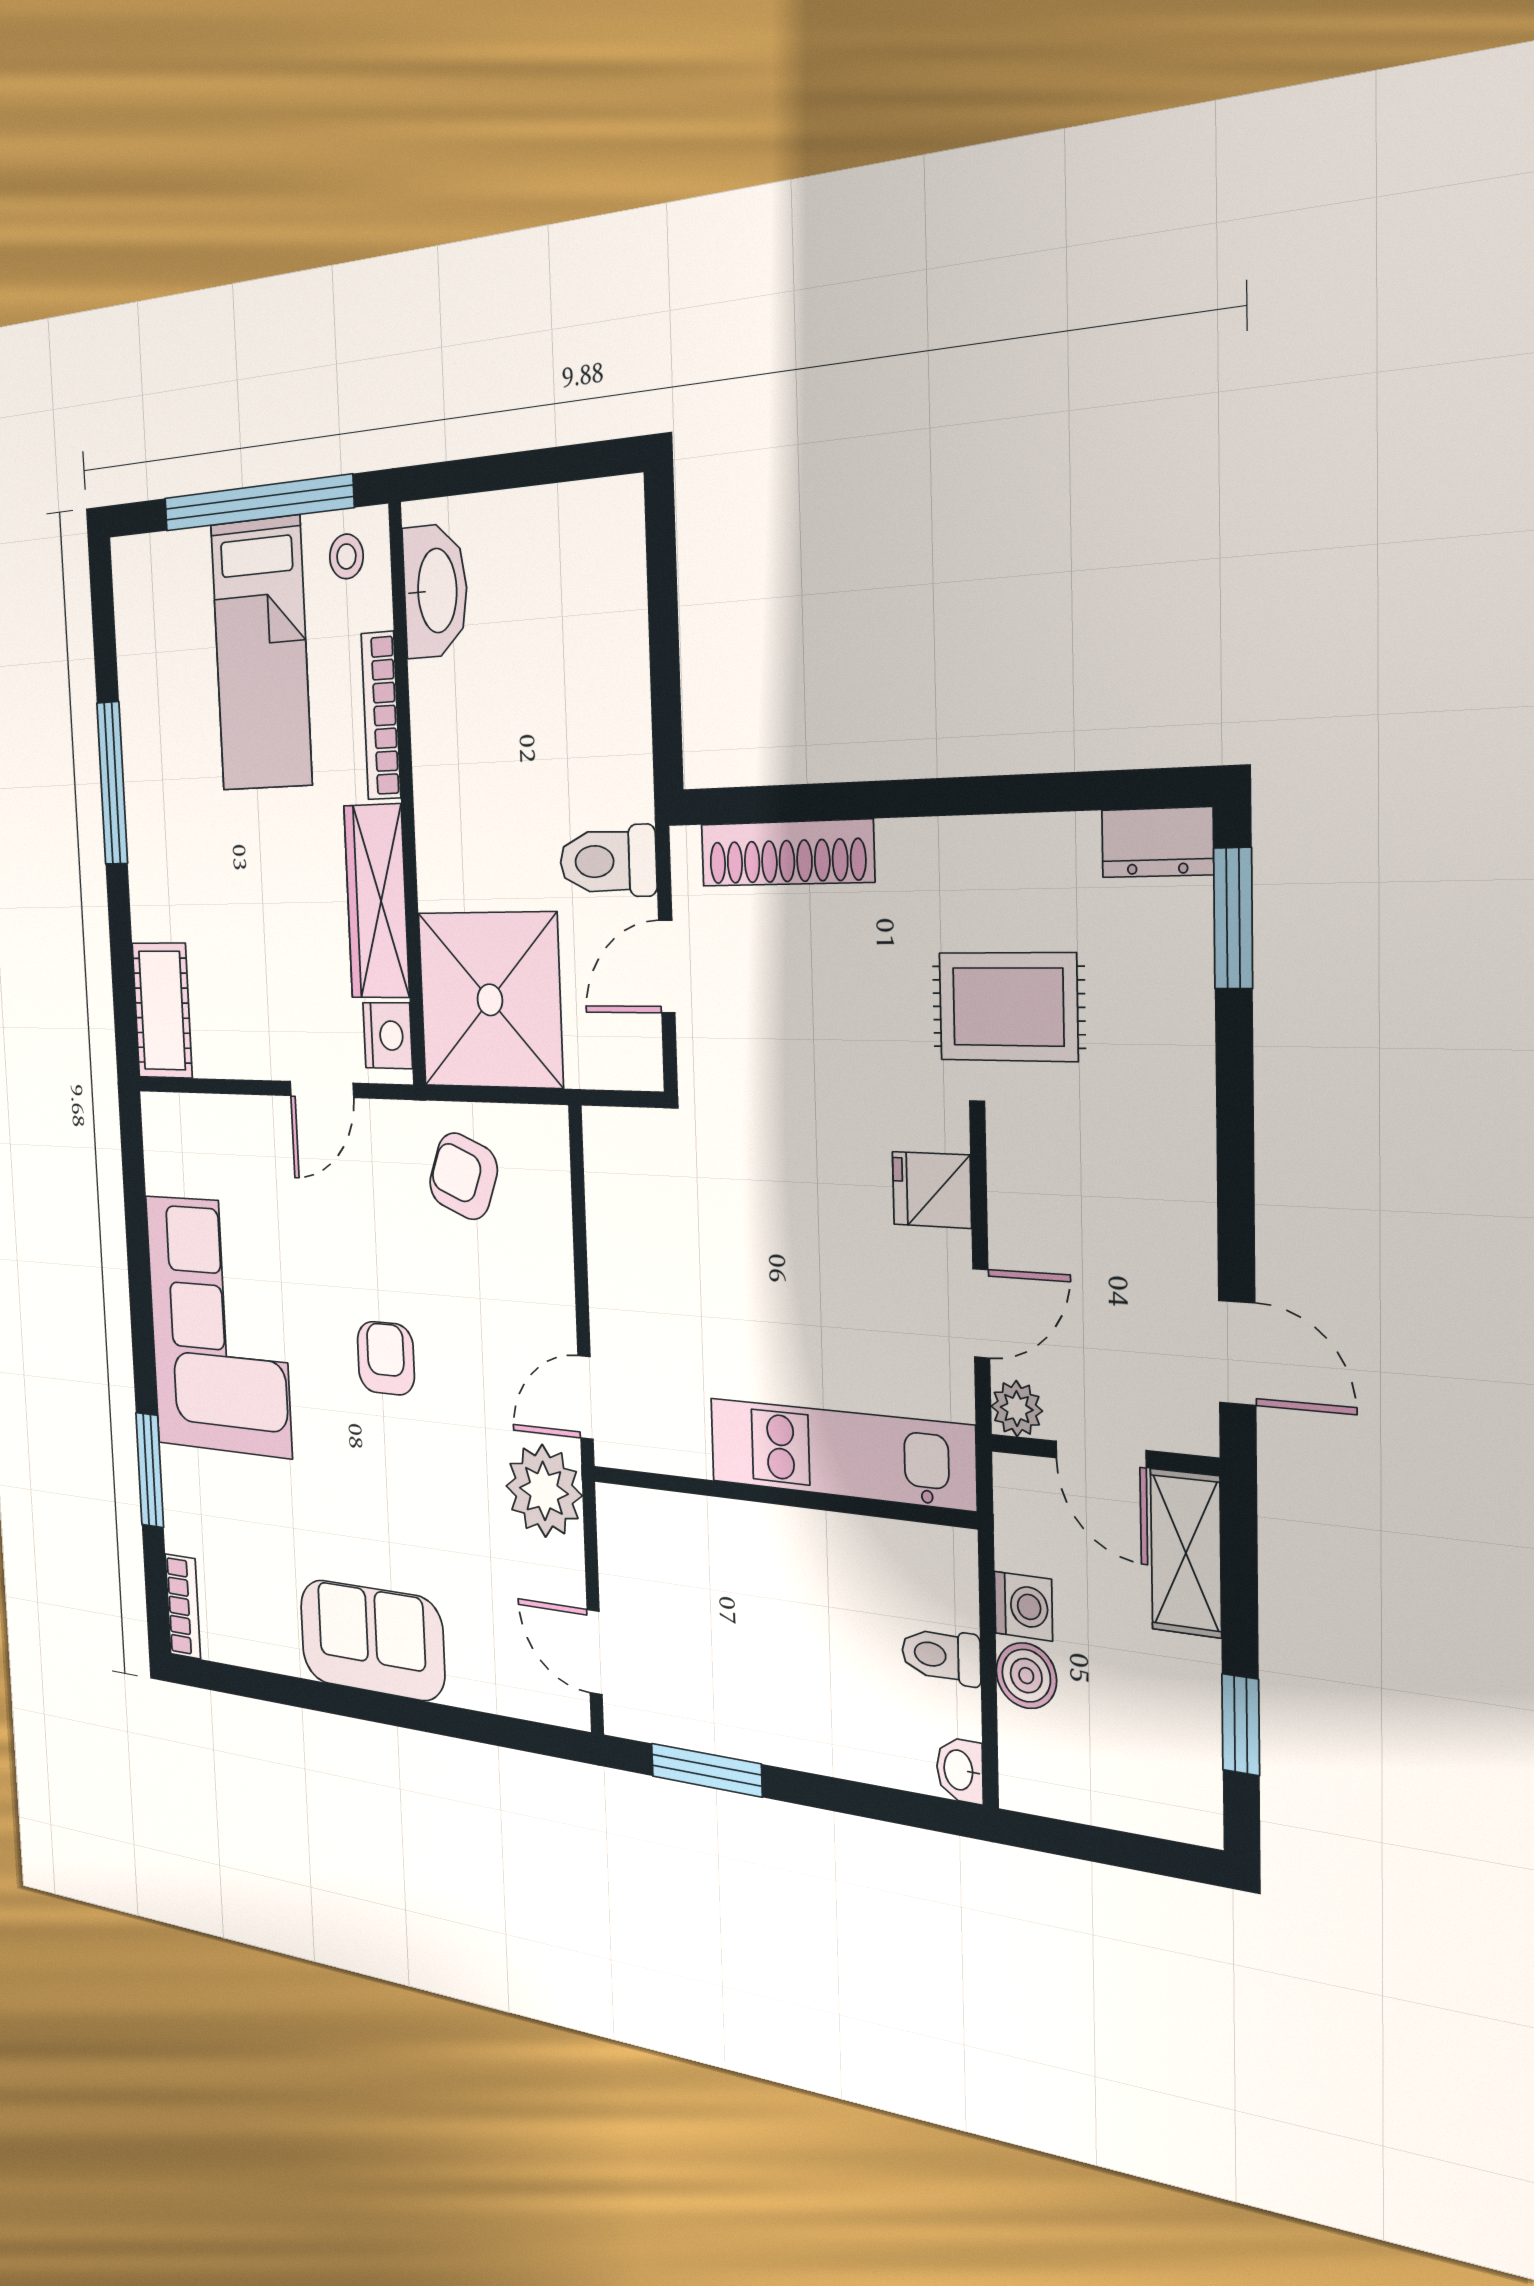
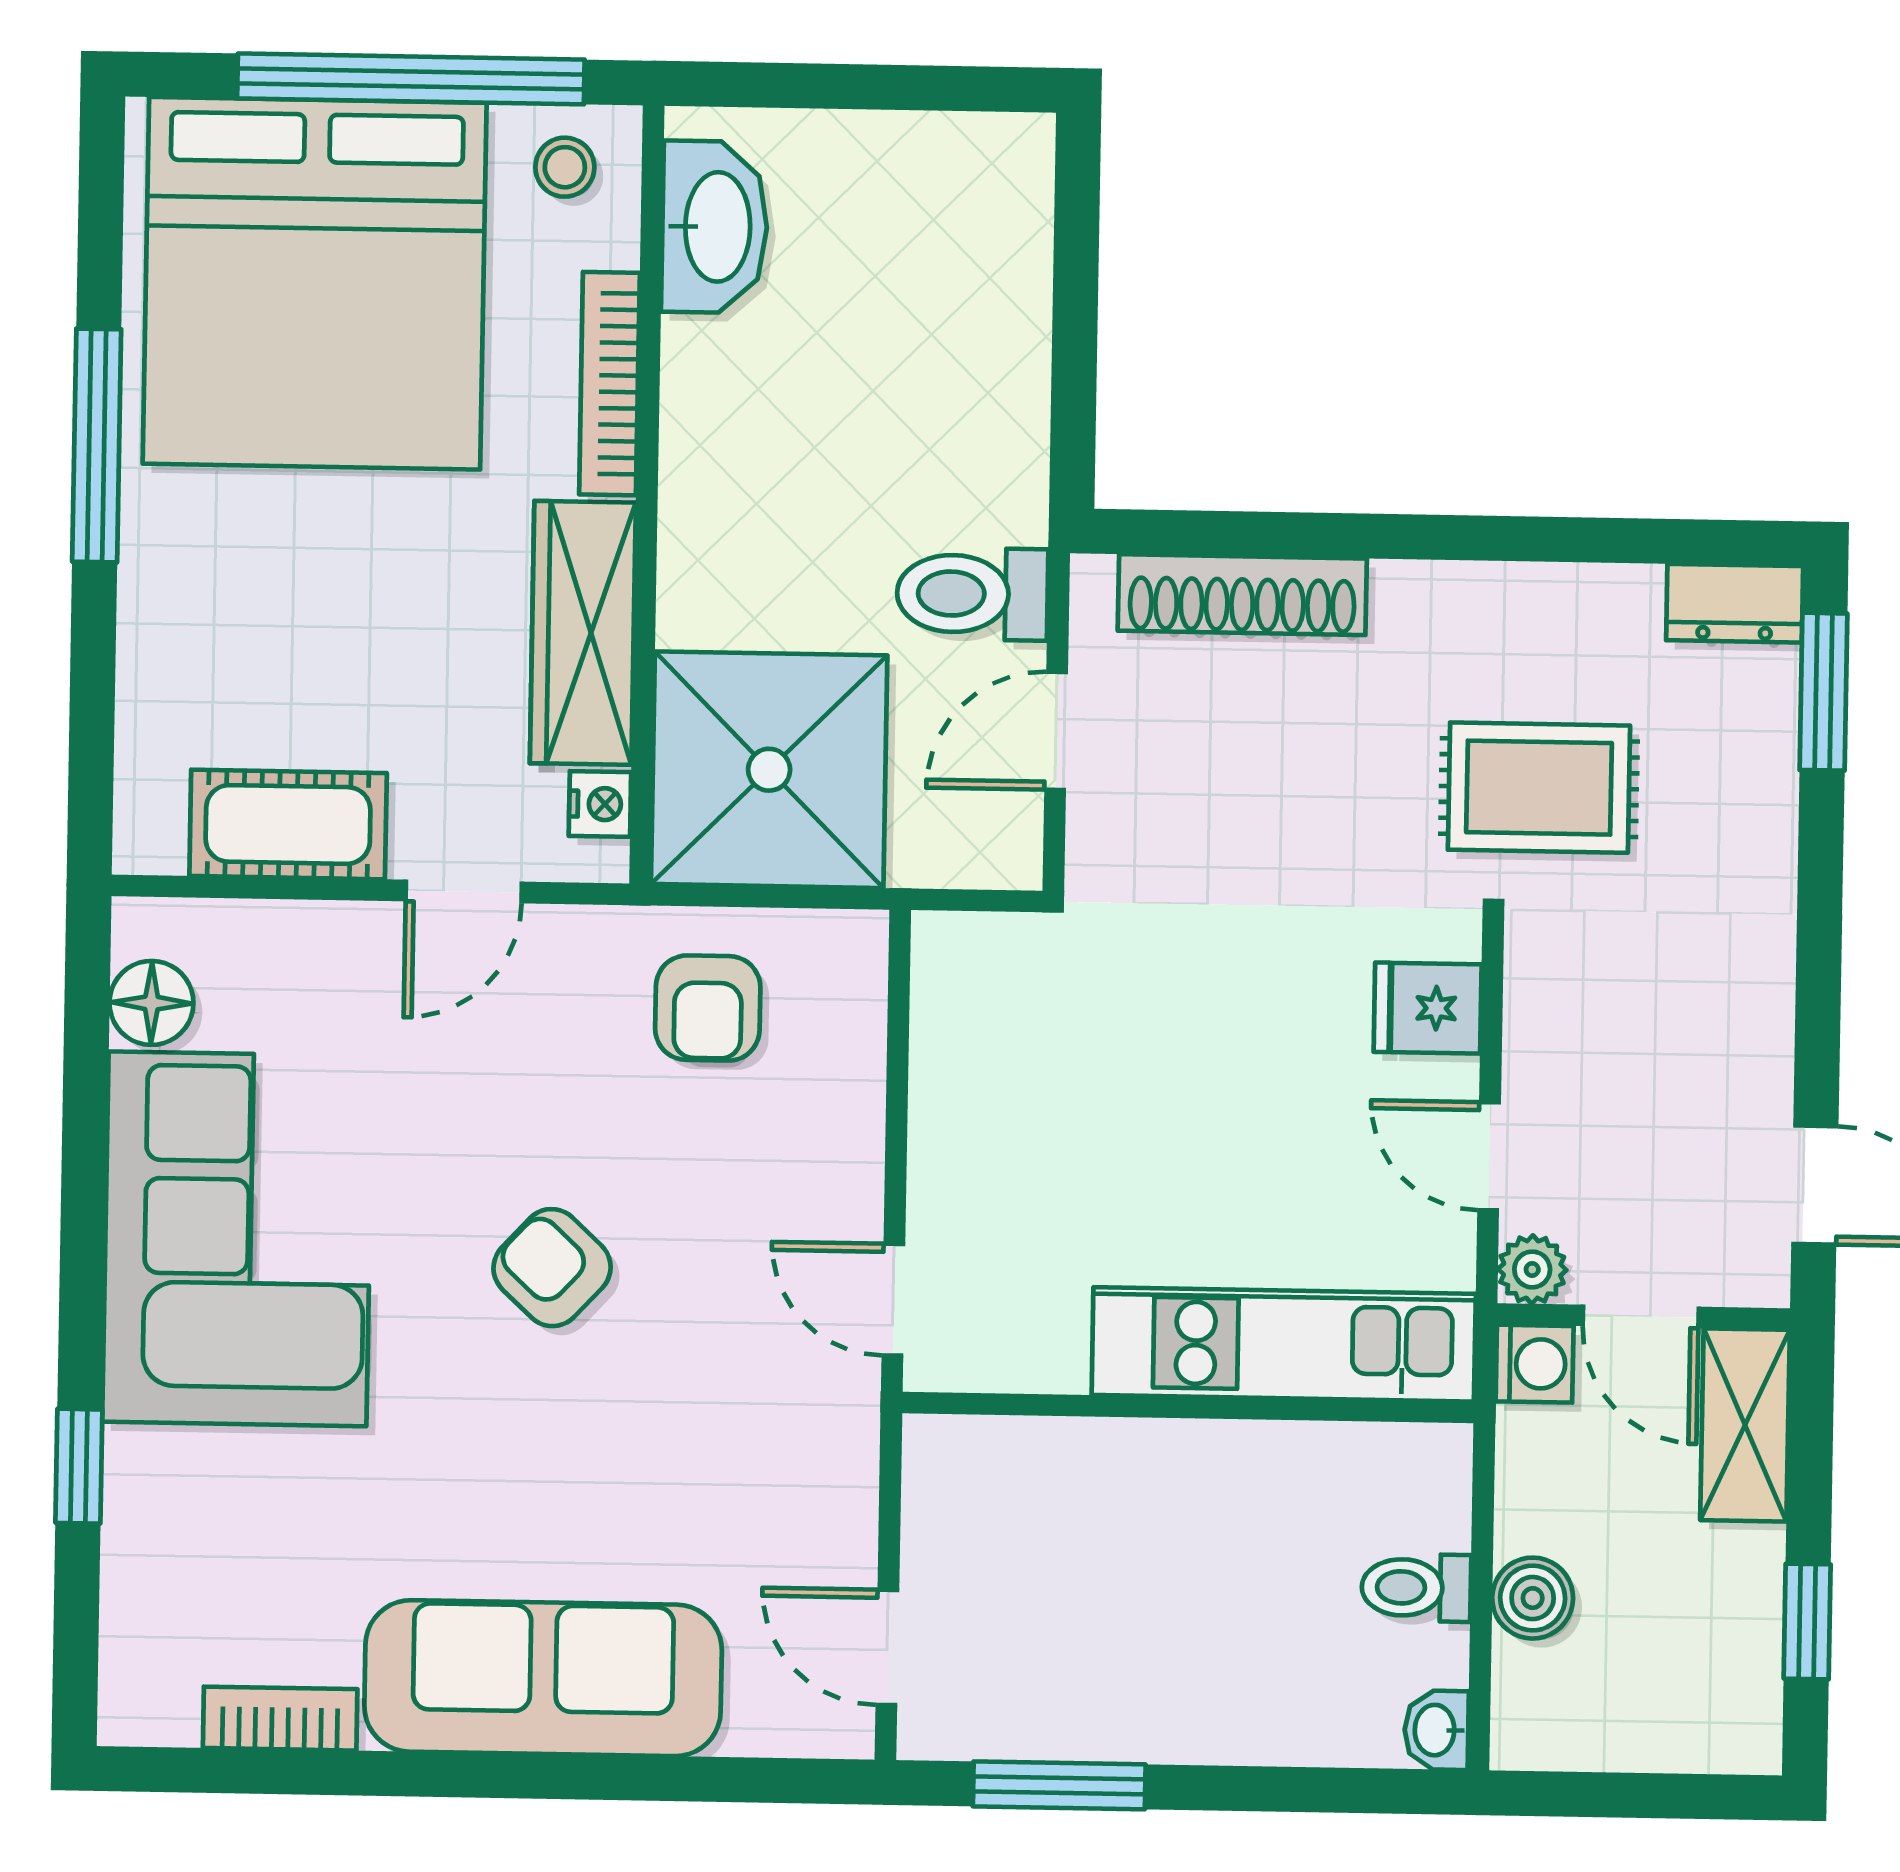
bed: (261, 654) -> (315, 283), width x2.04
cot: (162, 1010) -> (288, 824), moved, turned 90
nightstand: (388, 1036) -> (600, 804), width x0.72, depth x0.74
floor lamp: (165, 1164) -> (151, 1003), added
armchair: (463, 1176) -> (708, 1008), turned -111
door: (981, 1313) -> (1489, 1156), swing flipped
armchair: (386, 1358) -> (552, 1268), turned -47
door: (585, 1397) -> (893, 1300), hinge flipped
window: (150, 1470) -> (79, 1466), width x0.67
plant: (544, 1491) -> (816, 1433), removed
bookcase: (183, 1606) -> (280, 1719), moved, turned -90
washing machine: (1023, 1606) -> (1535, 1364), moved
sofa: (372, 1640) -> (543, 1678), width x1.36

